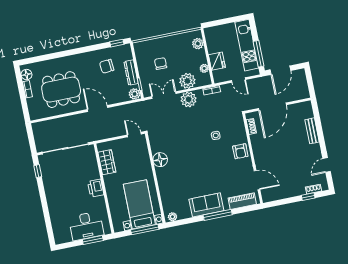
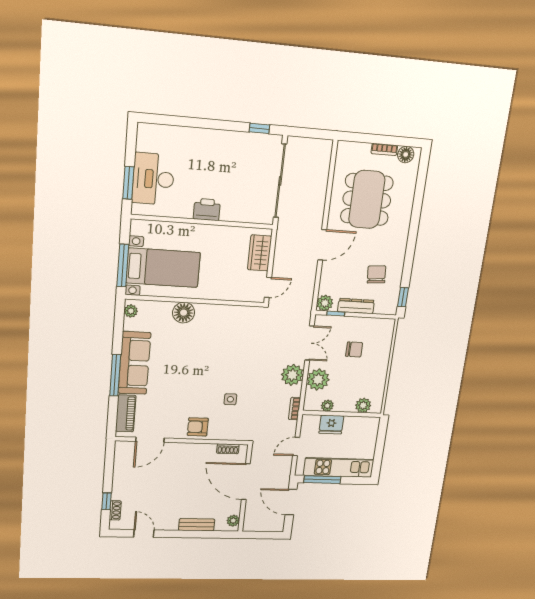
plant: (303, 106) -> (233, 521), added
floor lamp: (160, 160) -> (184, 313), moved
wardrobe: (107, 162) -> (260, 253), moved, turned 90
sofa: (206, 205) -> (134, 363), width x1.36

